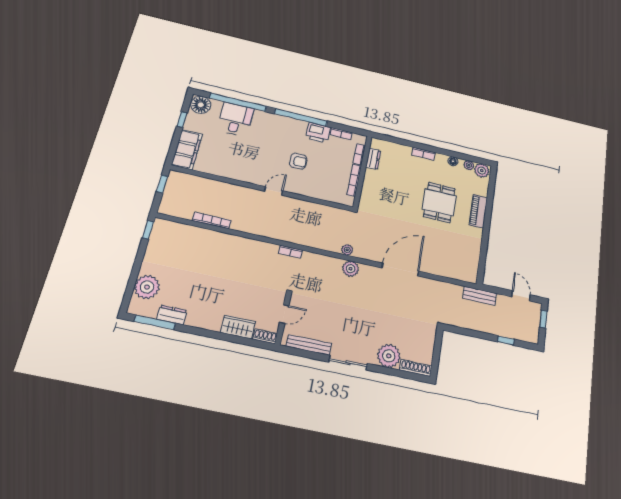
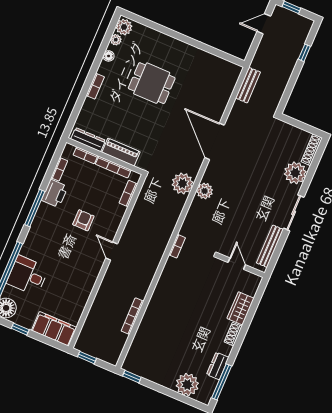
window: (301, 117) -> (35, 208), width x0.68
dresser: (373, 159) -> (88, 140), width x1.44
bookcase: (332, 198) -> (128, 194), added
piano: (478, 211) -> (121, 152), moved, turned 180
plant: (347, 250) -> (182, 184), width x1.88, depth x1.88
bench: (480, 296) -> (248, 85), moved
shoe rack: (265, 336) -> (233, 334), moved

